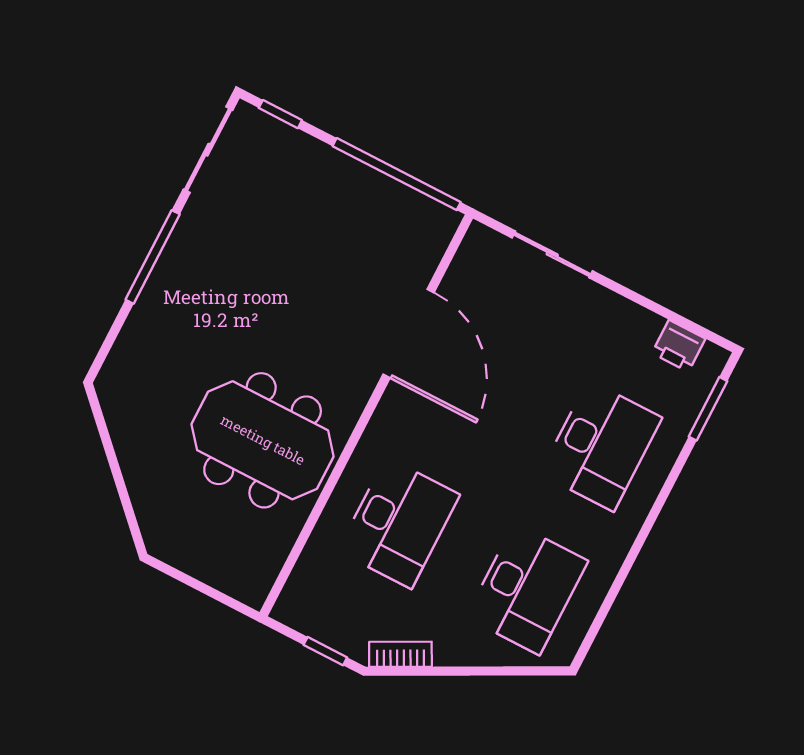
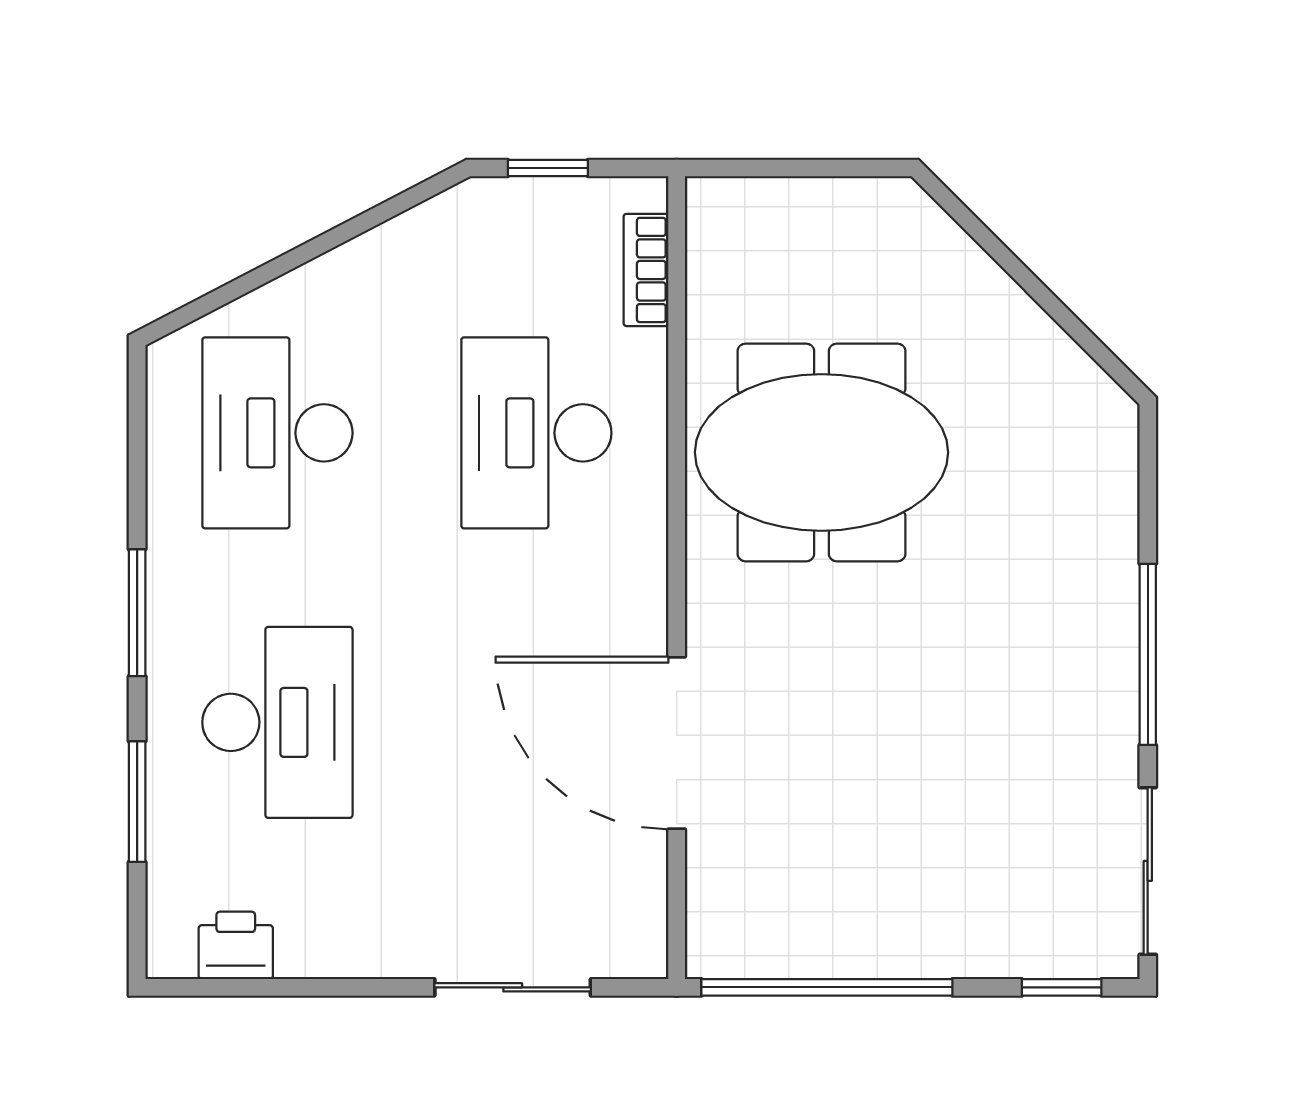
window: (708, 409) -> (137, 802), moved
desk: (601, 446) -> (277, 722), turned 180
window: (642, 536) -> (137, 613), added
bookcase: (400, 654) -> (646, 270), moved, turned 117

